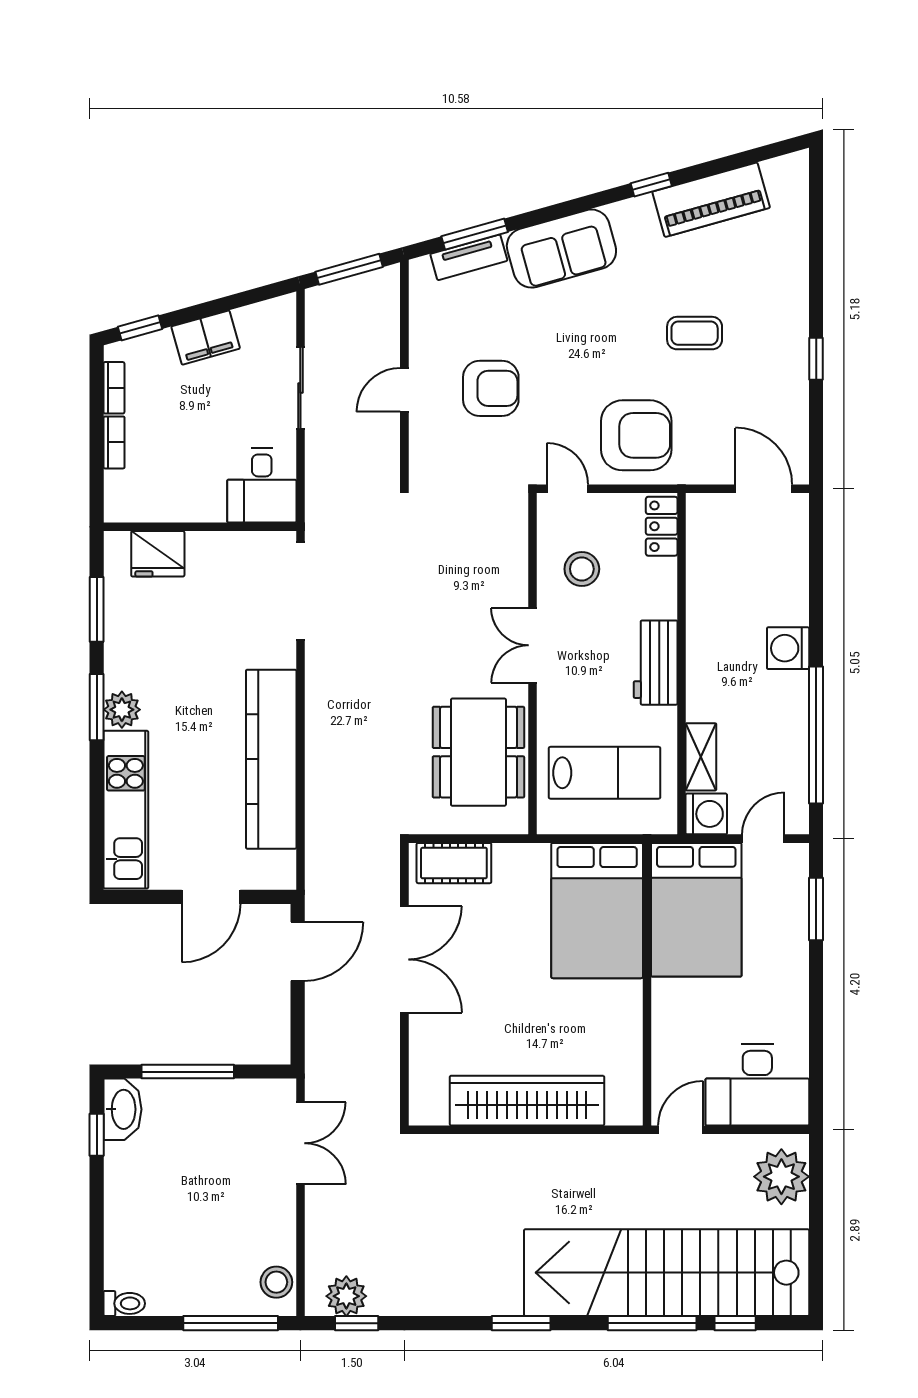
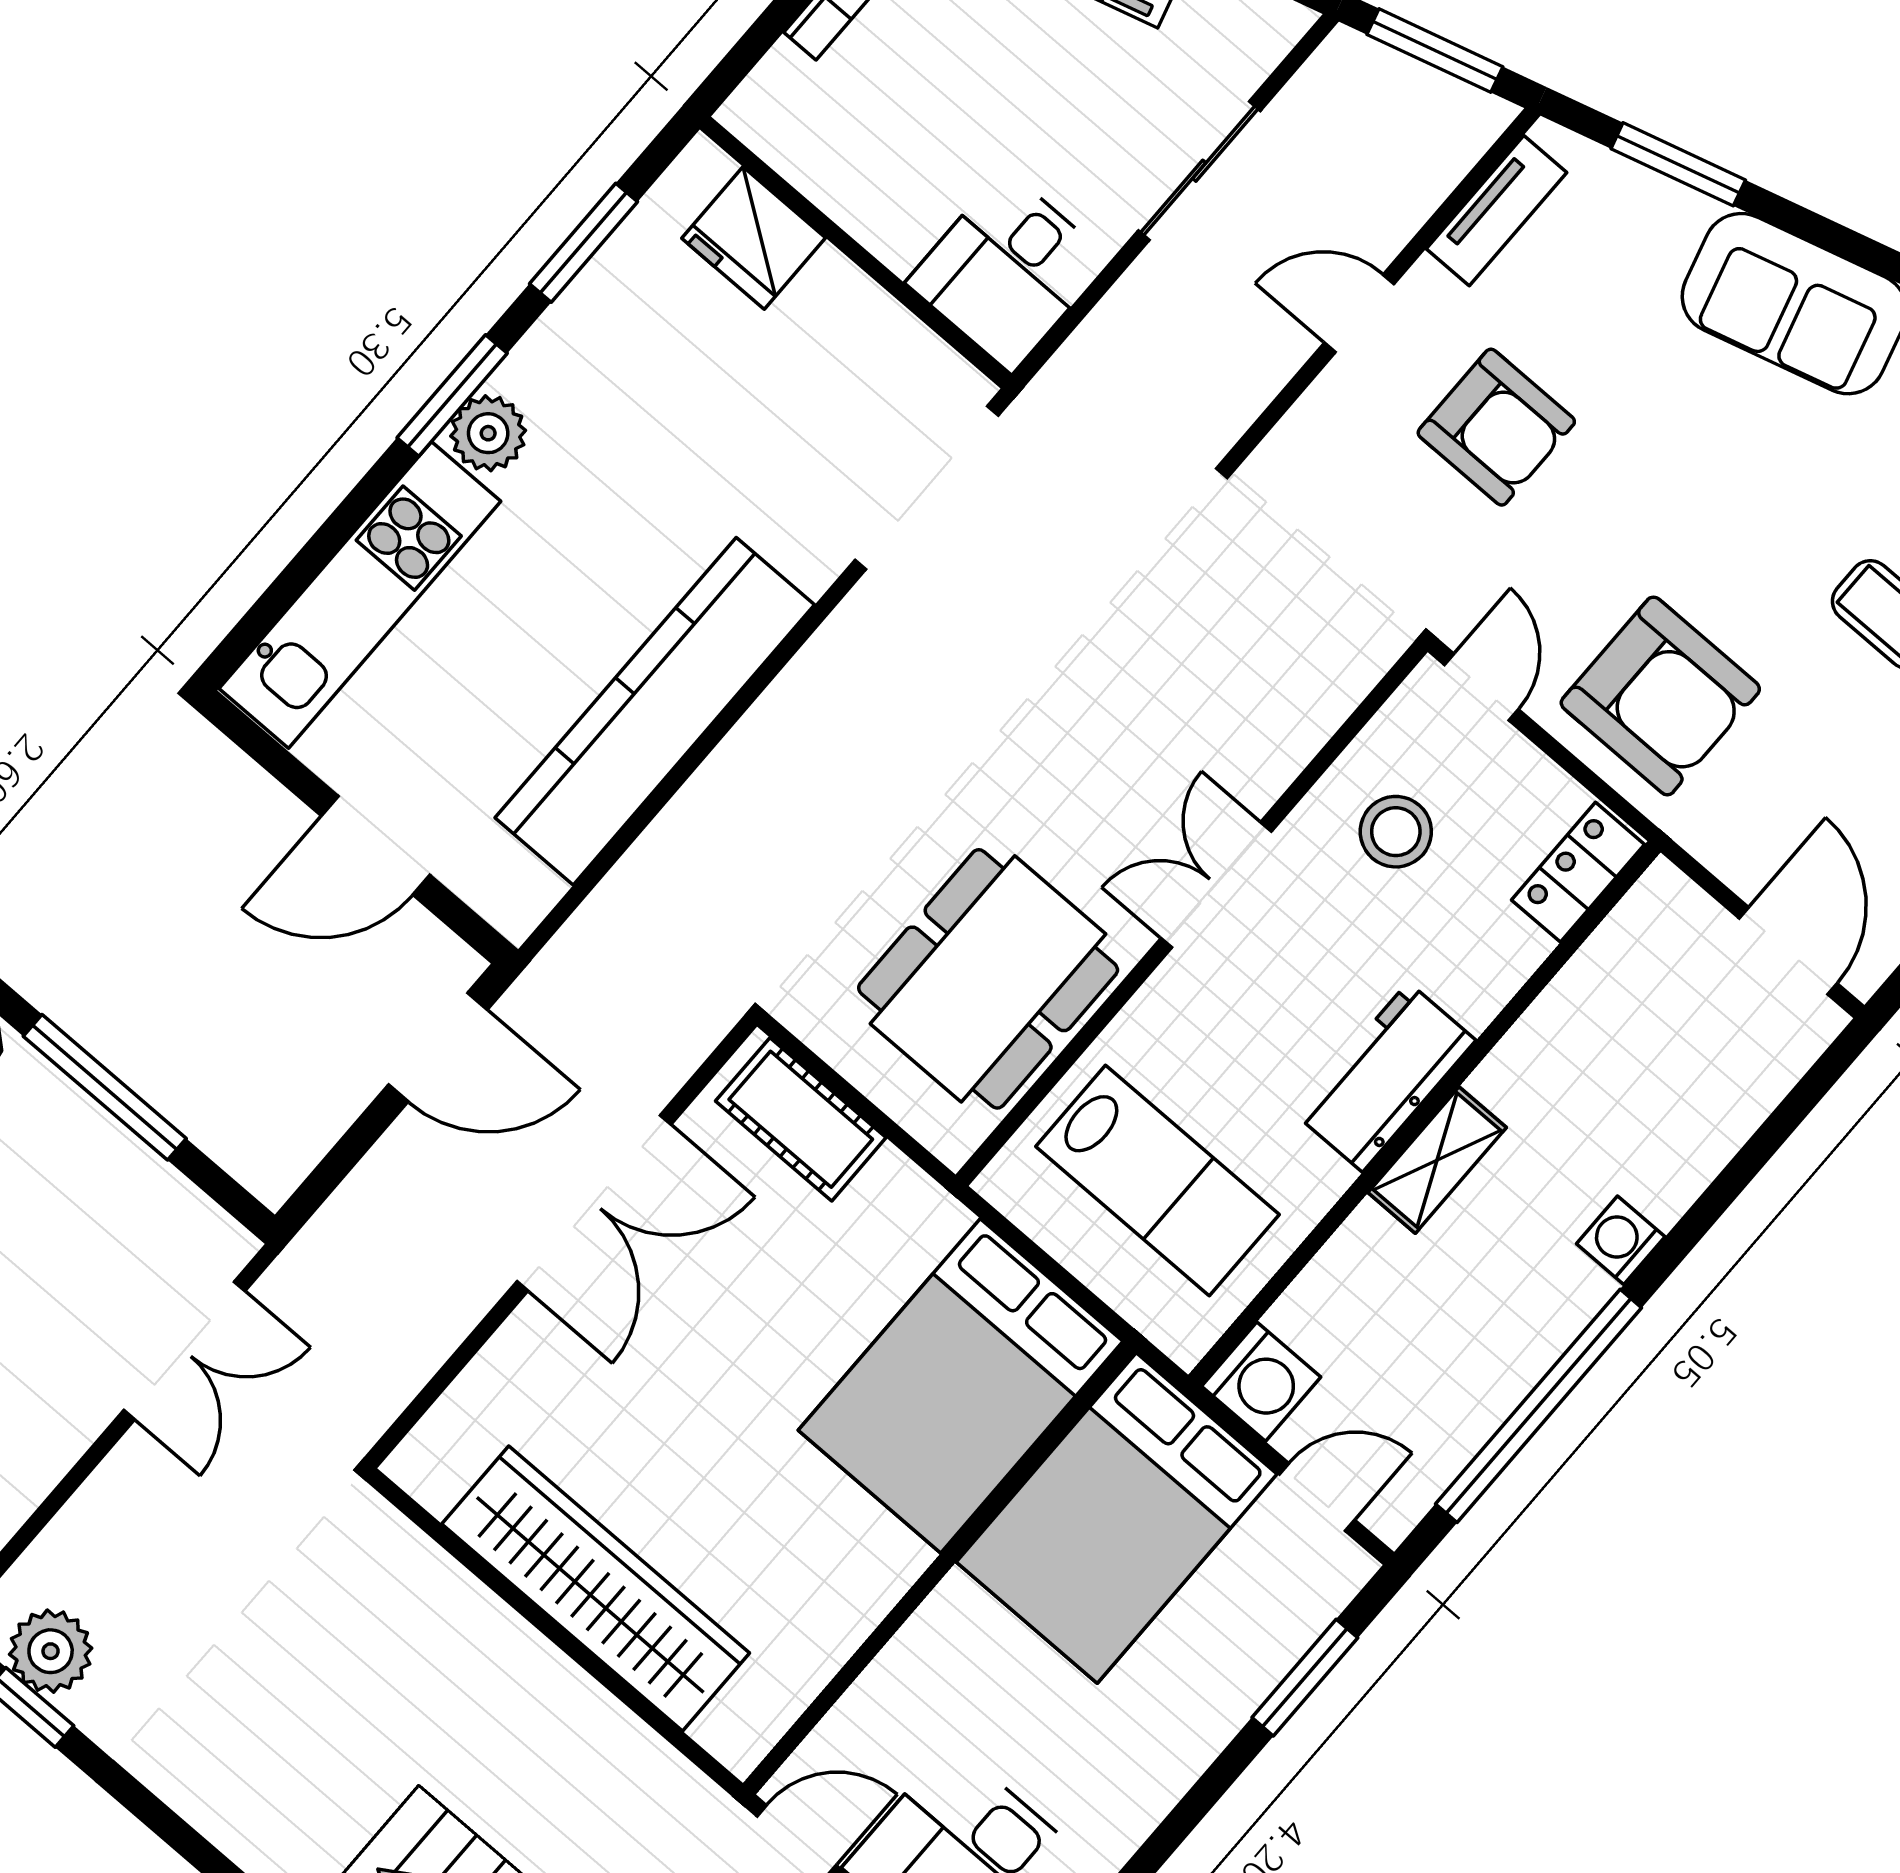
tv unit: (469, 257) -> (1497, 211), moved, turned -74
washing machine: (788, 648) -> (1621, 1240), width x0.73, depth x0.73
shelving: (701, 757) -> (1437, 1160), moved

